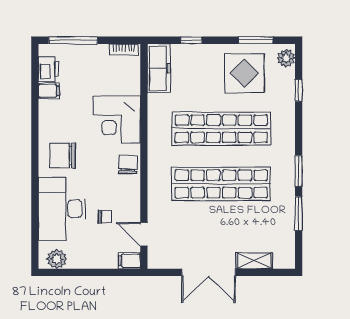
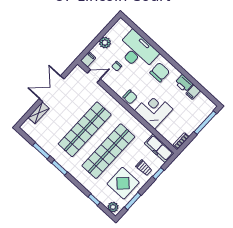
trolley: (201, 65) -> (144, 168), added
printer: (49, 69) -> (184, 83), moved
plant: (57, 259) -> (105, 43), moved

